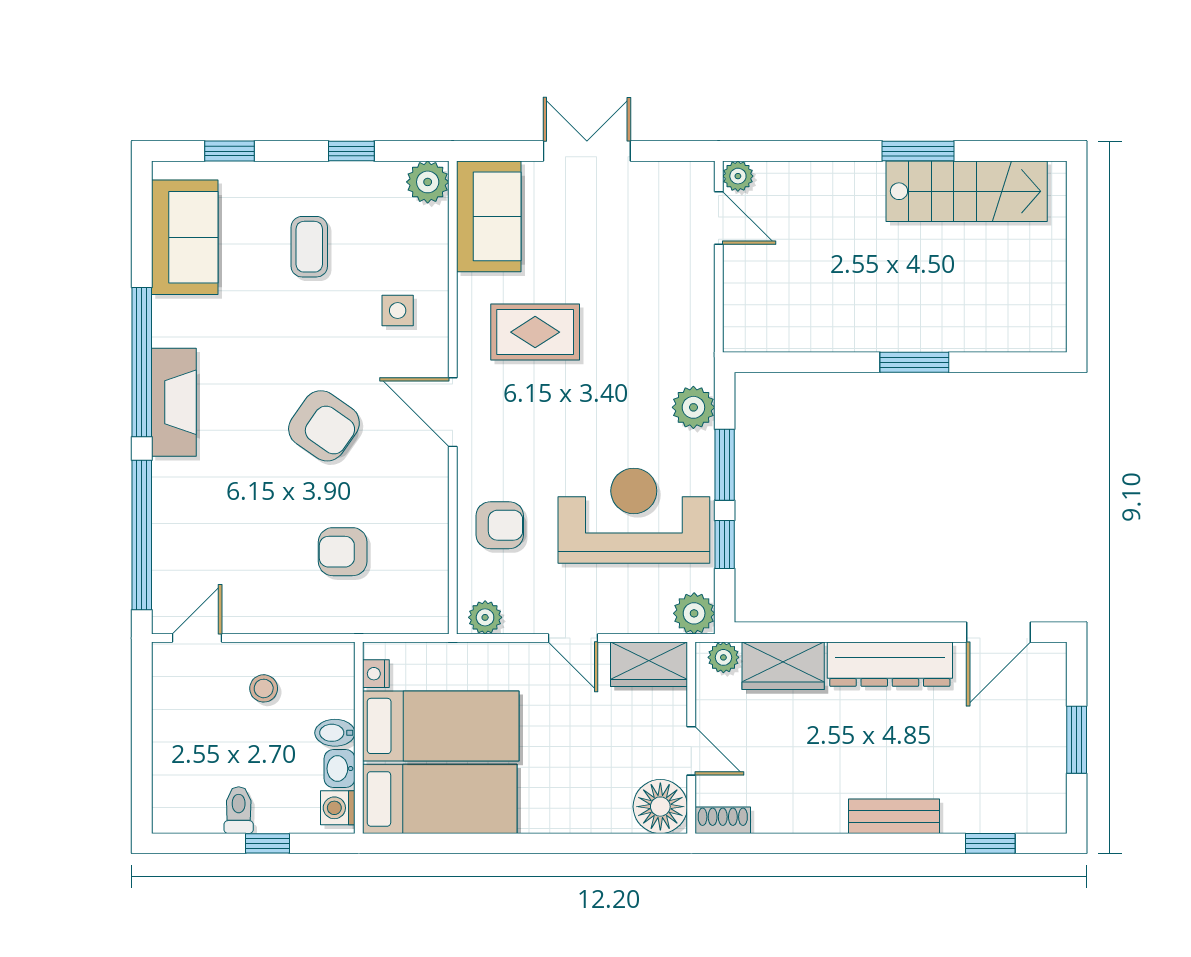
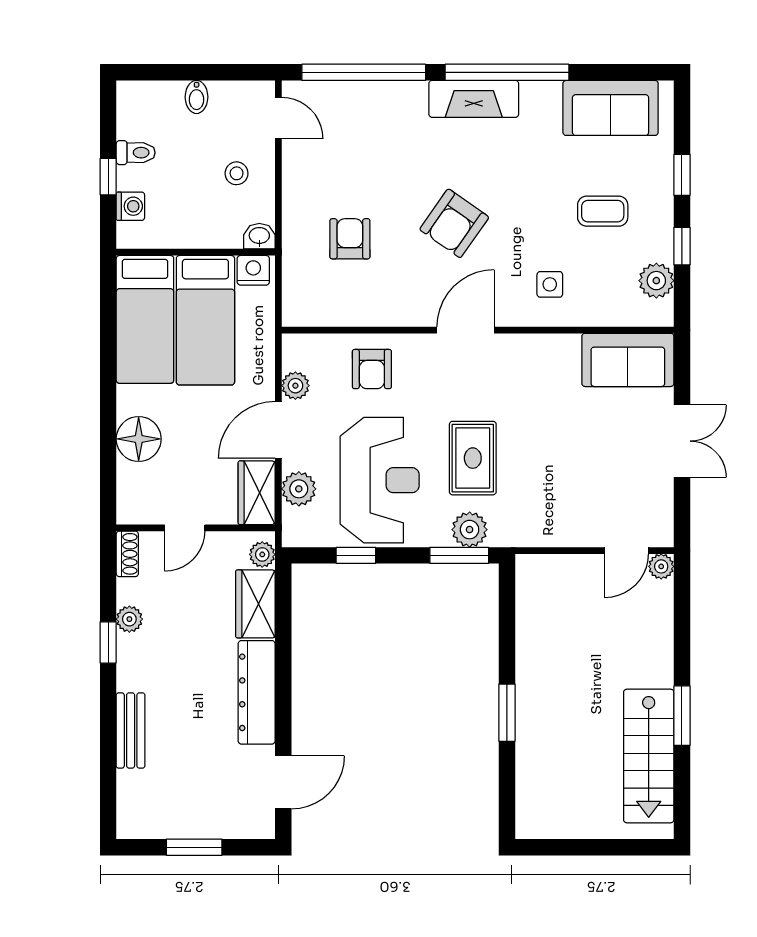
window: (229, 151) -> (682, 175), moved
plant: (428, 182) -> (656, 281), moved
rug: (535, 332) -> (473, 458), moved
window: (725, 465) -> (459, 555), moved
plant: (694, 613) -> (299, 489), moved
plant: (485, 617) -> (295, 386), moved
door: (998, 632) -> (283, 782), swing flipped
door: (573, 638) -> (278, 430), width x1.38
nightstand: (376, 674) -> (253, 270), width x1.39, depth x1.35
bidet: (335, 733) -> (197, 97), moved, turned 180
washbasin: (340, 769) -> (259, 236), moved
floor lamp: (660, 807) -> (139, 439), moved
washing machine: (338, 808) -> (130, 206), moved, turned 90
bench: (894, 816) -> (131, 730), moved
plant: (801, 818) -> (129, 619), added
window: (990, 843) -> (108, 642), moved

